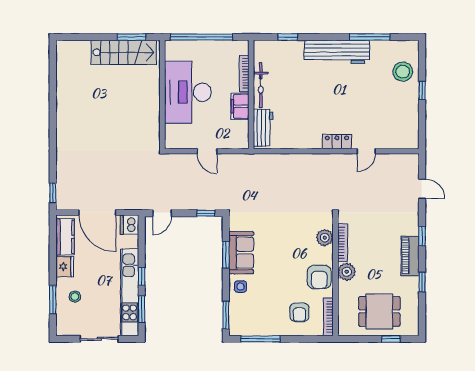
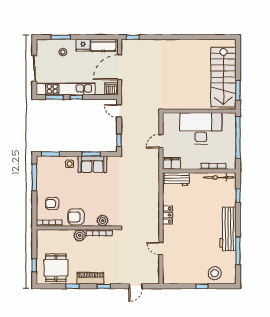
stairs: (124, 52) -> (223, 77), width x1.36, depth x1.51
bicycle: (261, 85) -> (219, 177), moved
filing cabinet: (240, 106) -> (172, 163), moved
locker: (337, 142) -> (167, 215), moved
dining table: (379, 311) -> (56, 268), moved

